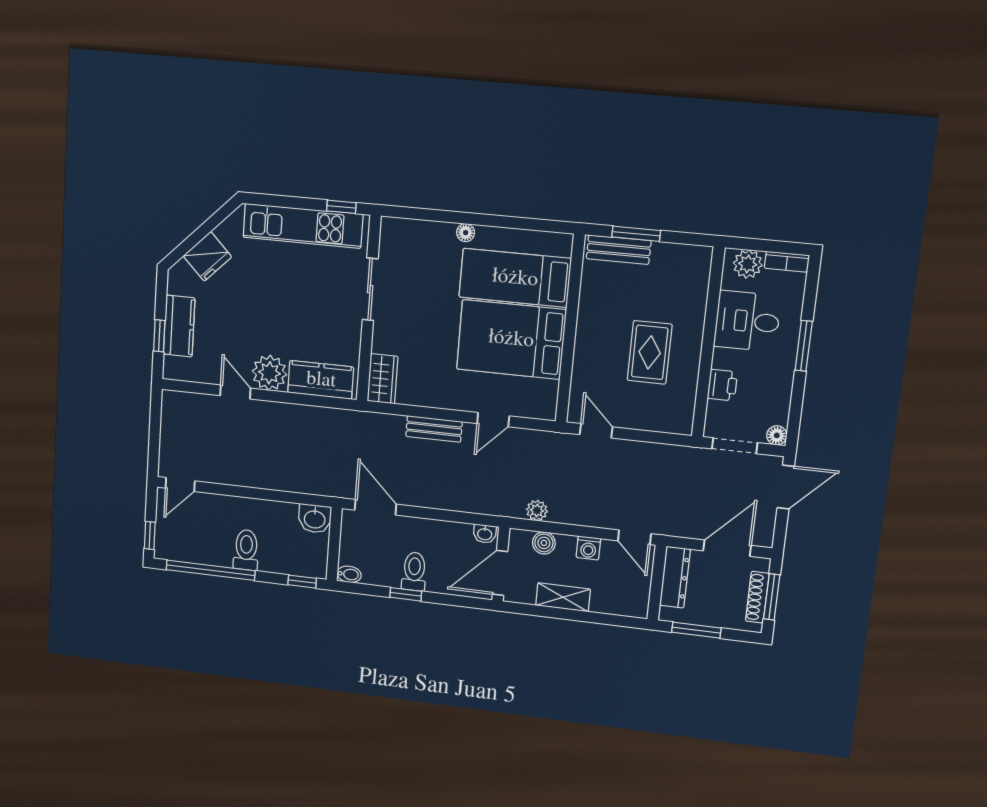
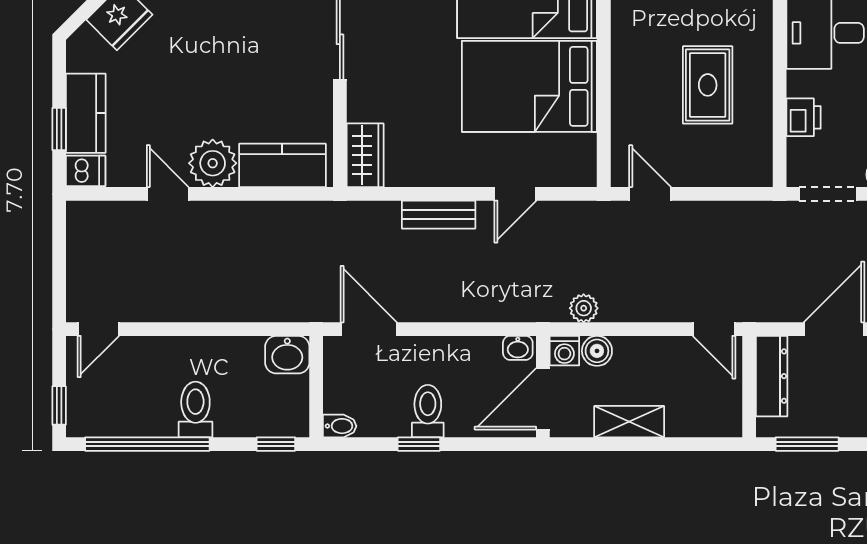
dishwasher: (177, 369) -> (86, 171), added
washing machine: (588, 548) -> (564, 351), moved

